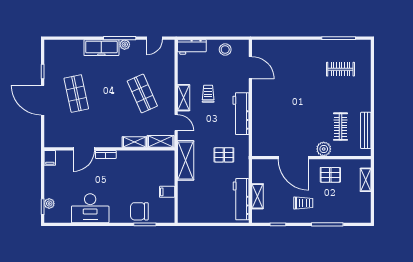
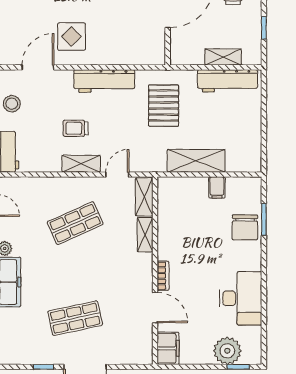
display table: (272, 91) -> (72, 37), added
pallet: (224, 155) -> (164, 106), width x1.50, depth x1.42
filing cabinet: (50, 158) -> (168, 348), width x2.00
shelving: (186, 160) -> (196, 161), moved
plant: (49, 204) -> (227, 351), width x1.88, depth x1.88

